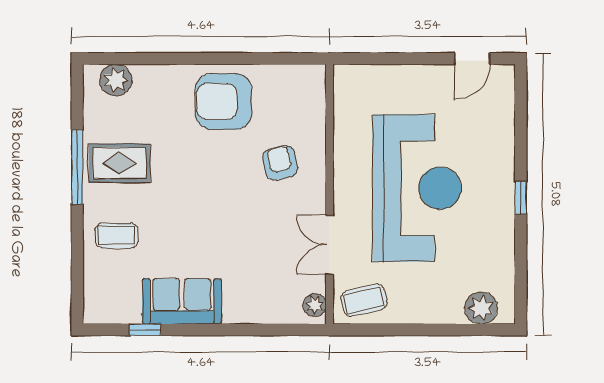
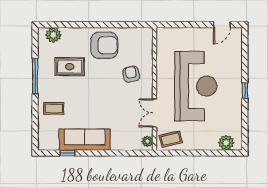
armchair: (224, 102) -> (104, 45), turned 180
rug: (119, 163) -> (70, 67), moved
sofa: (182, 301) -> (85, 140), width x1.36

